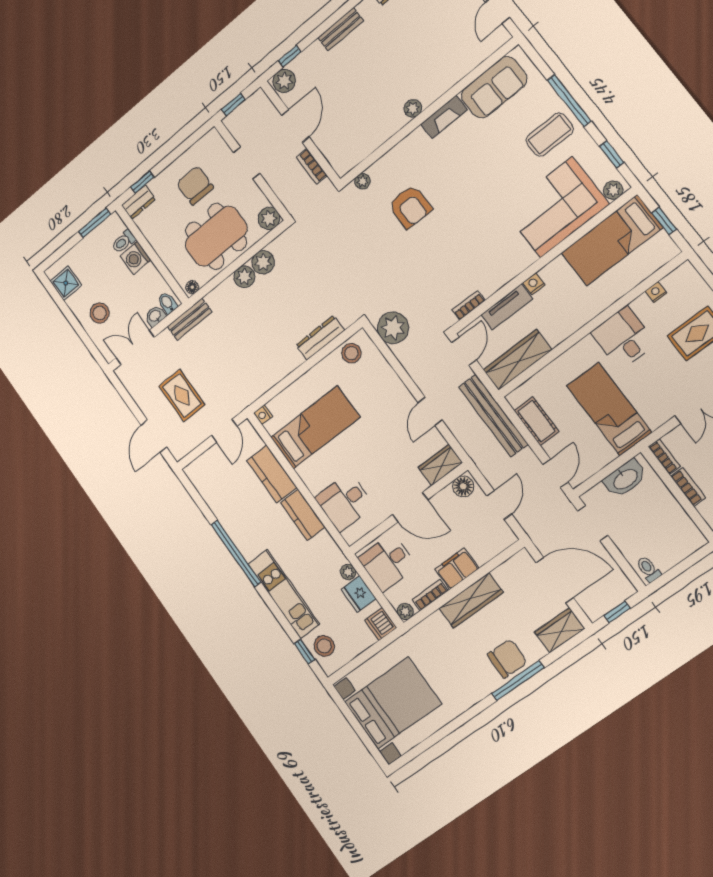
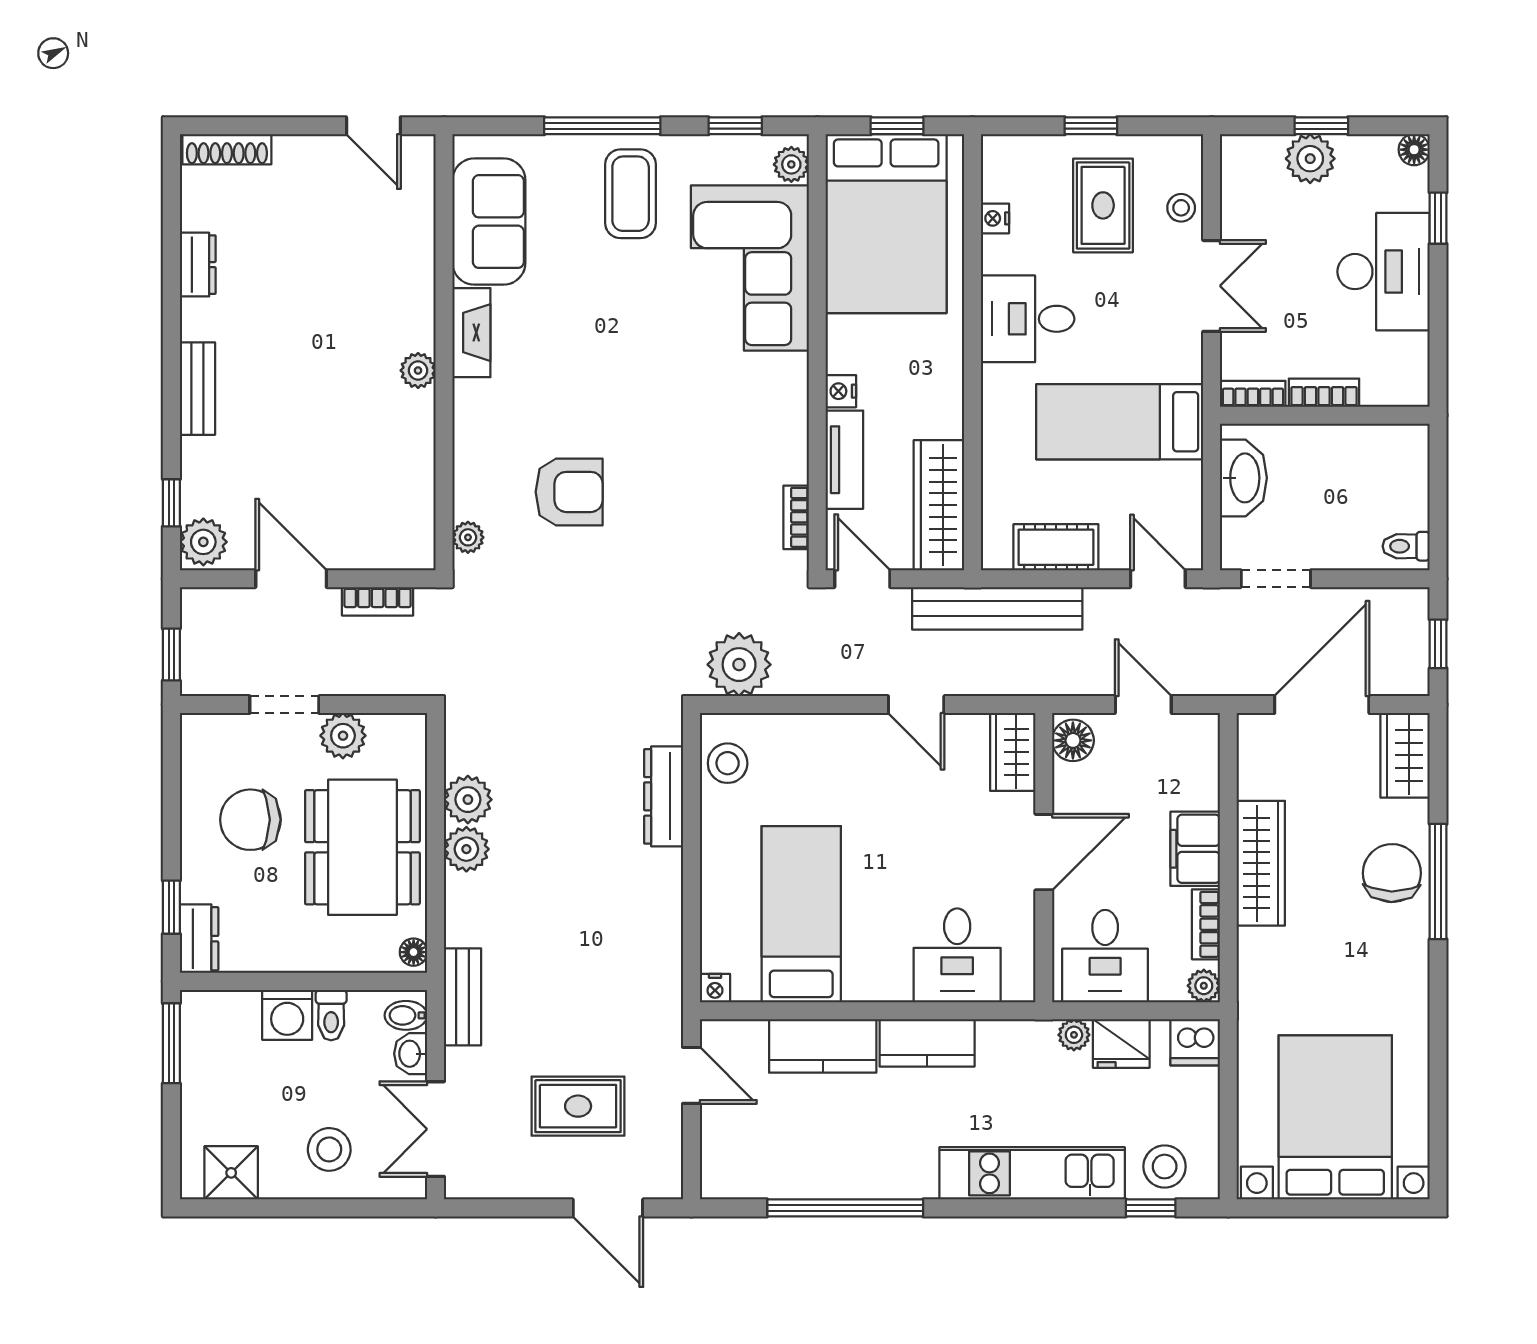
plant: (269, 218) -> (343, 736), moved
bed: (612, 240) -> (886, 224), width x1.50
toilet: (124, 241) -> (331, 1015), moved
window: (236, 553) -> (845, 1208), moved

